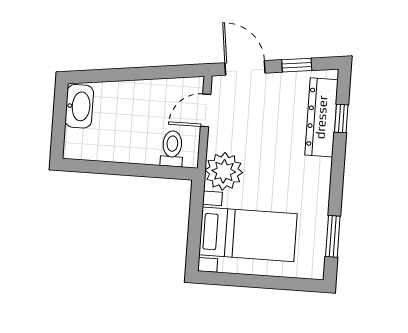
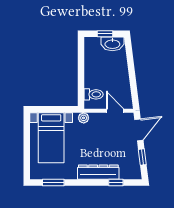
dresser: (321, 117) -> (98, 172), moved
window: (59, 119) -> (105, 34), added
plant: (224, 171) -> (84, 118), width x0.53, depth x0.53

